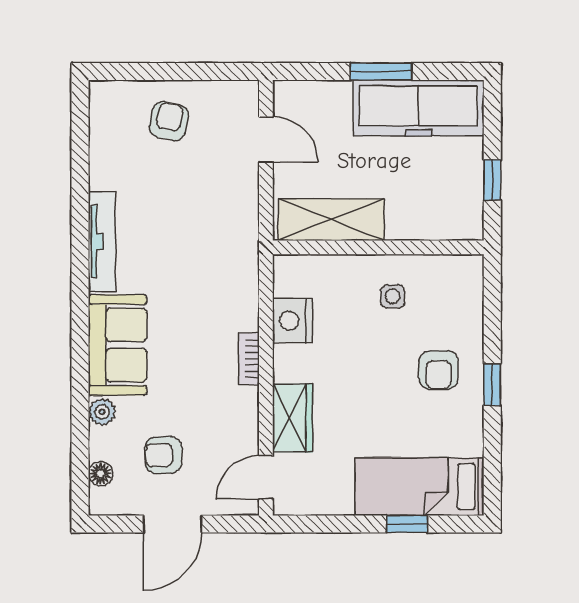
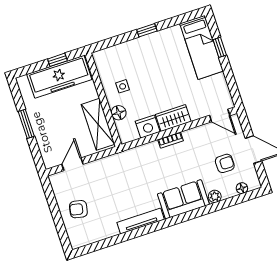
freezer: (418, 108) -> (59, 77), moved, turned 90
floor lamp: (341, 270) -> (119, 113), added
armchair: (439, 370) -> (148, 56), removed
wardrobe: (293, 418) -> (173, 118), moved
armchair: (163, 455) -> (225, 163), turned -90

